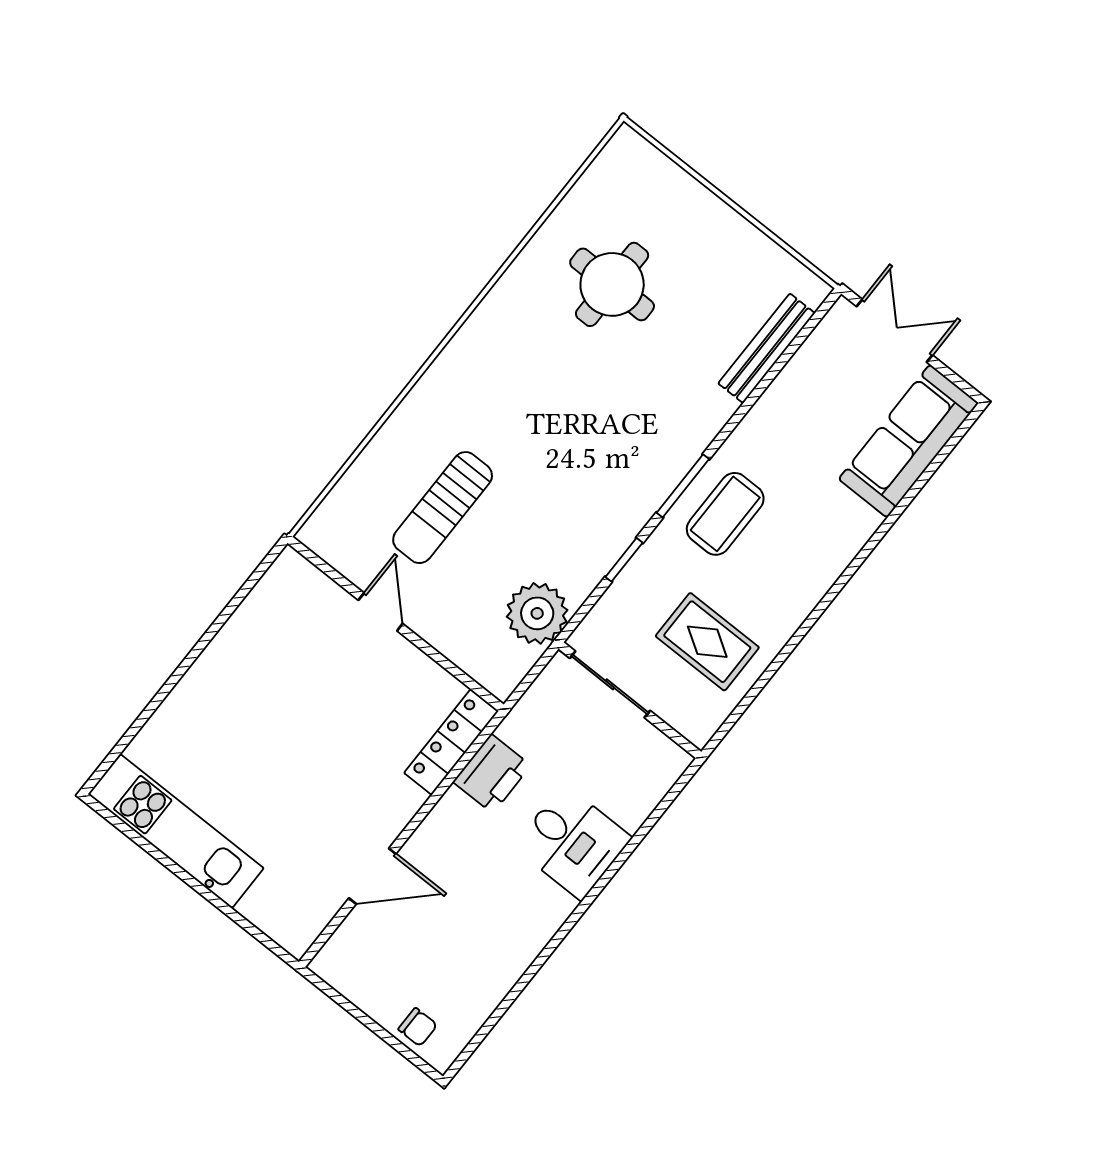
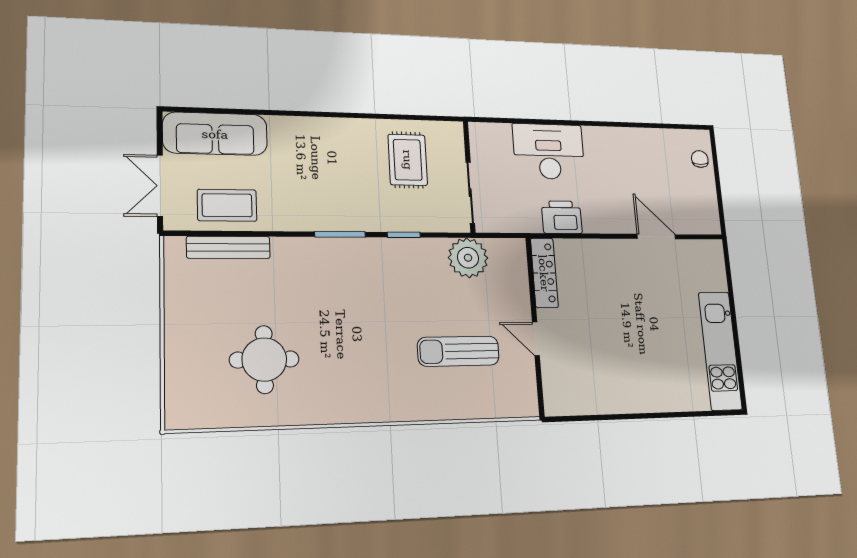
sun lounger: (443, 508) -> (458, 351), turned 180
coffee table: (725, 514) -> (227, 205), moved
door: (381, 612) -> (536, 339), hinge flipped
locker: (451, 742) -> (544, 273), moved, turned -90
desk: (573, 842) -> (549, 151), width x1.37

